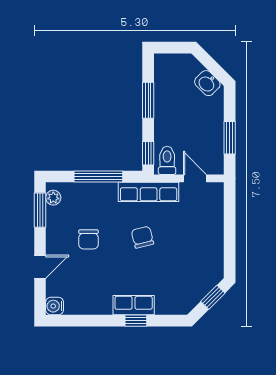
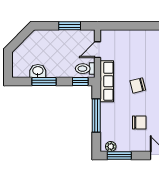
washbasin: (207, 83) -> (38, 71), moved, turned -135

